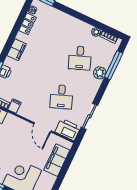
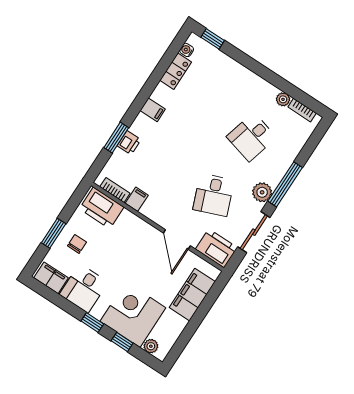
filing cabinet: (17, 50) -> (153, 110), width x0.50
desk: (80, 58) -> (252, 137), turned 36
window: (114, 65) -> (285, 184), moved
plant: (100, 73) -> (262, 192), moved

